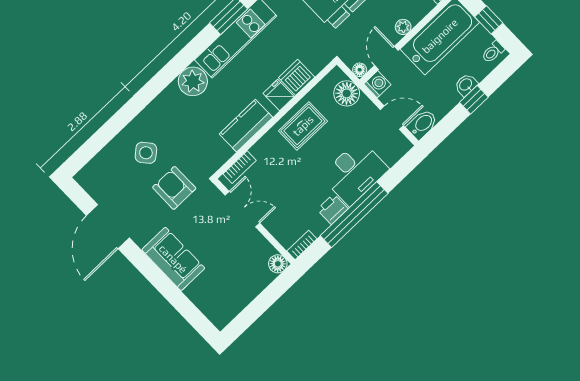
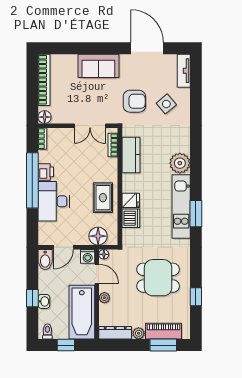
kitchen counter: (246, 126) -> (131, 155), moved
tv unit: (95, 168) -> (184, 71), added
bookcase: (241, 301) -> (44, 80), added

